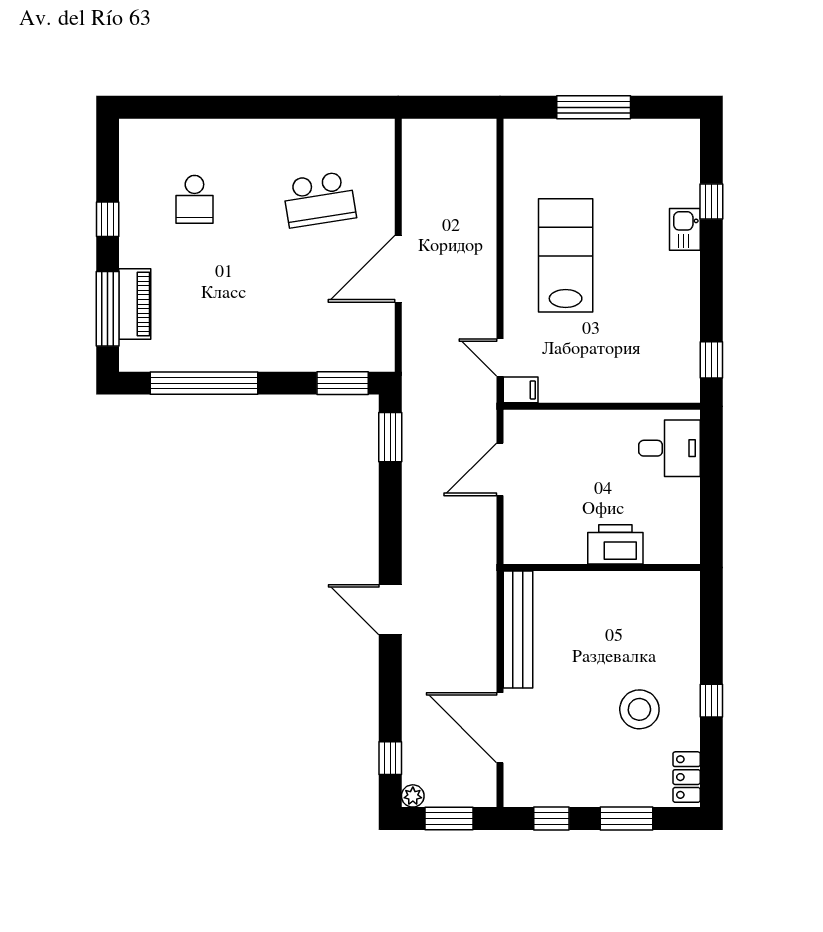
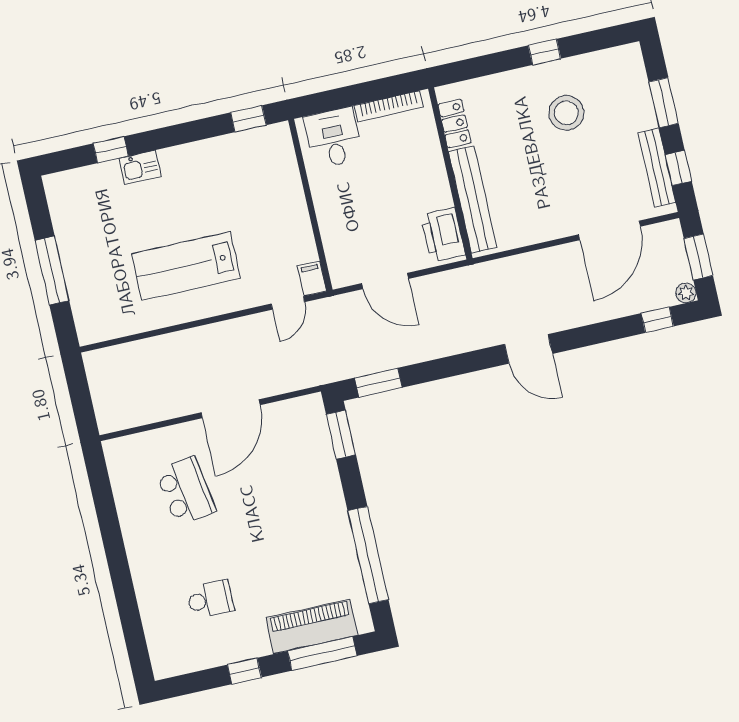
door: (398, 269) -> (231, 409), hinge flipped
piano: (135, 304) -> (312, 626), width x1.37, depth x1.33
bookcase: (690, 516) -> (389, 106), added
printer: (615, 544) -> (443, 235), moved
door: (390, 610) -> (529, 349), hinge flipped
bench: (518, 630) -> (473, 199), moved, turned 90
locker: (687, 777) -> (455, 123), moved, turned -90
bench: (557, 795) -> (657, 167), added

